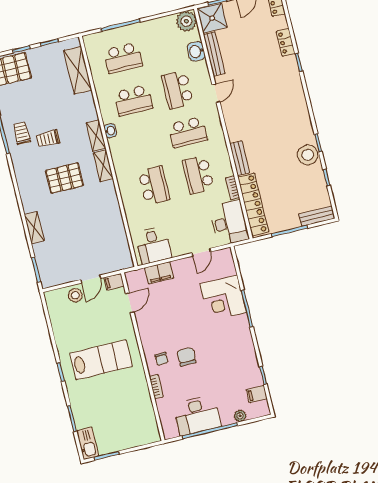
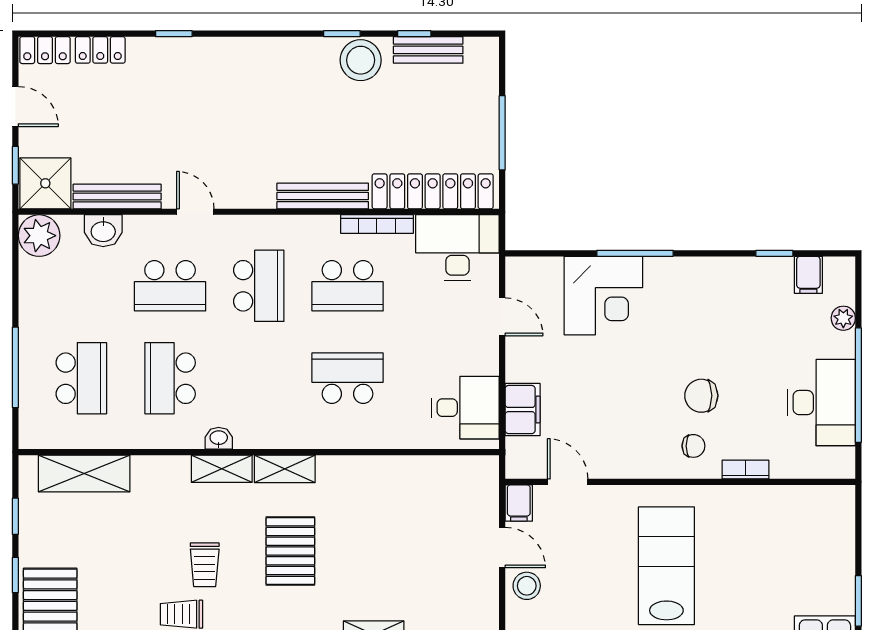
locker: (286, 42) -> (100, 50), moved
school desk: (133, 100) -> (170, 378), turned 180
bench: (240, 158) -> (323, 196), width x1.36
bookcase: (233, 188) -> (377, 224), width x1.56
bench: (317, 216) -> (428, 50), moved, turned 90

